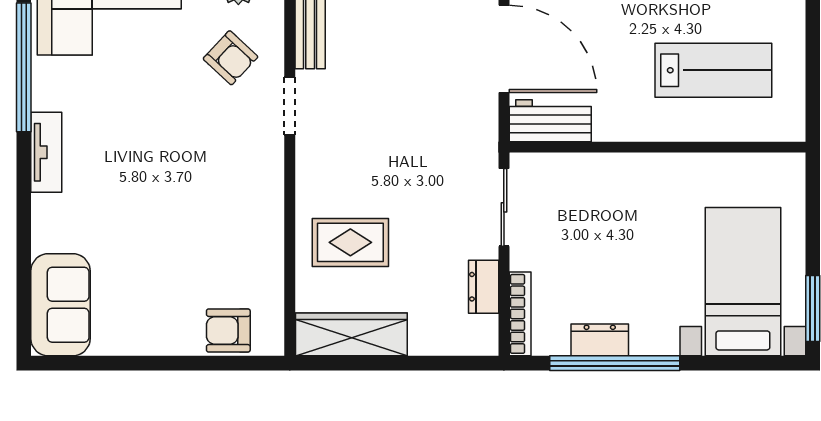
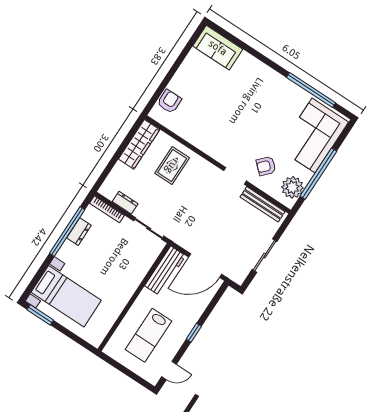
workbench: (550, 121) -> (165, 271), width x1.38
tv unit: (46, 152) -> (276, 78), removed

